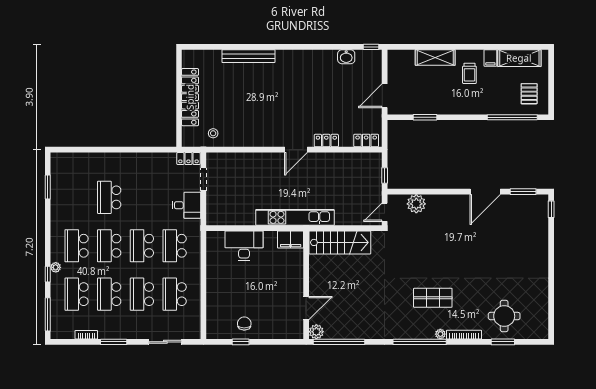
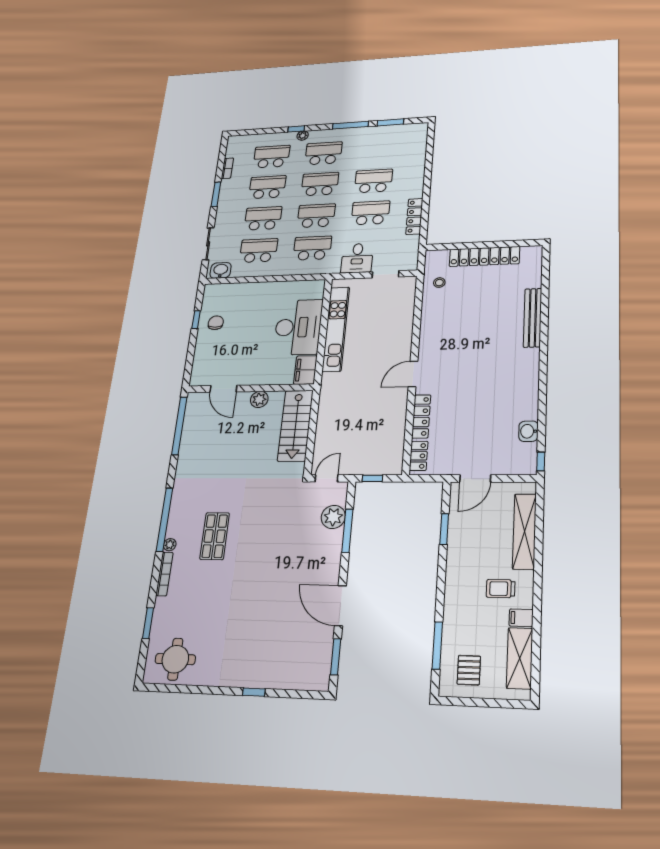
shelving: (435, 57) -> (524, 531), width x1.47
pallet: (529, 94) -> (469, 670), turned 90
door: (385, 96) -> (475, 479), swing flipped
window: (512, 117) -> (437, 645), width x0.68
locker: (326, 141) -> (421, 416), width x1.53
door: (296, 150) -> (413, 374), hinge flipped
locker: (188, 159) -> (414, 216), moved, width x1.53
window: (427, 192) -> (347, 531), added
school desk: (142, 197) -> (370, 213), added
window: (551, 209) -> (254, 692), moved
door: (385, 212) -> (327, 478), hinge flipped
kitchen unit: (295, 217) -> (336, 329), moved
desk: (244, 246) -> (298, 327), width x1.36, depth x1.30
window: (48, 314) -> (350, 125), moved
round table: (504, 316) -> (175, 659), moved
chair: (244, 324) -> (216, 323), turned -90
washbasin: (193, 326) -> (221, 270), added
plant: (316, 332) -> (259, 399), moved

